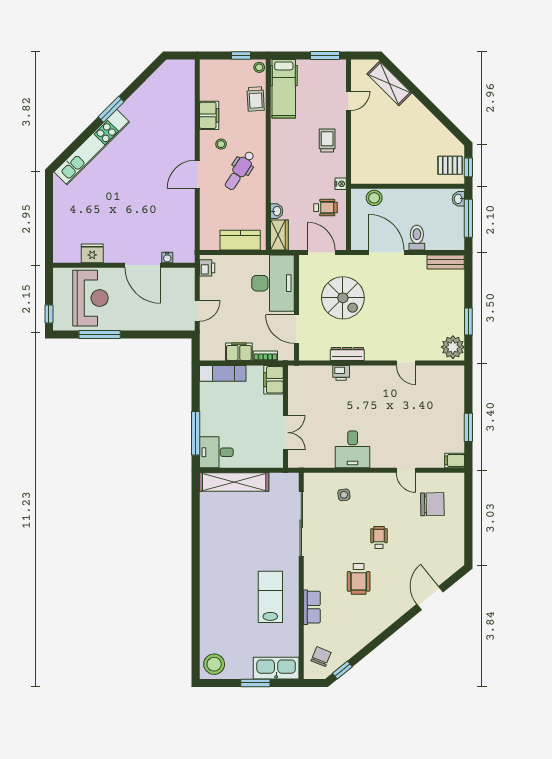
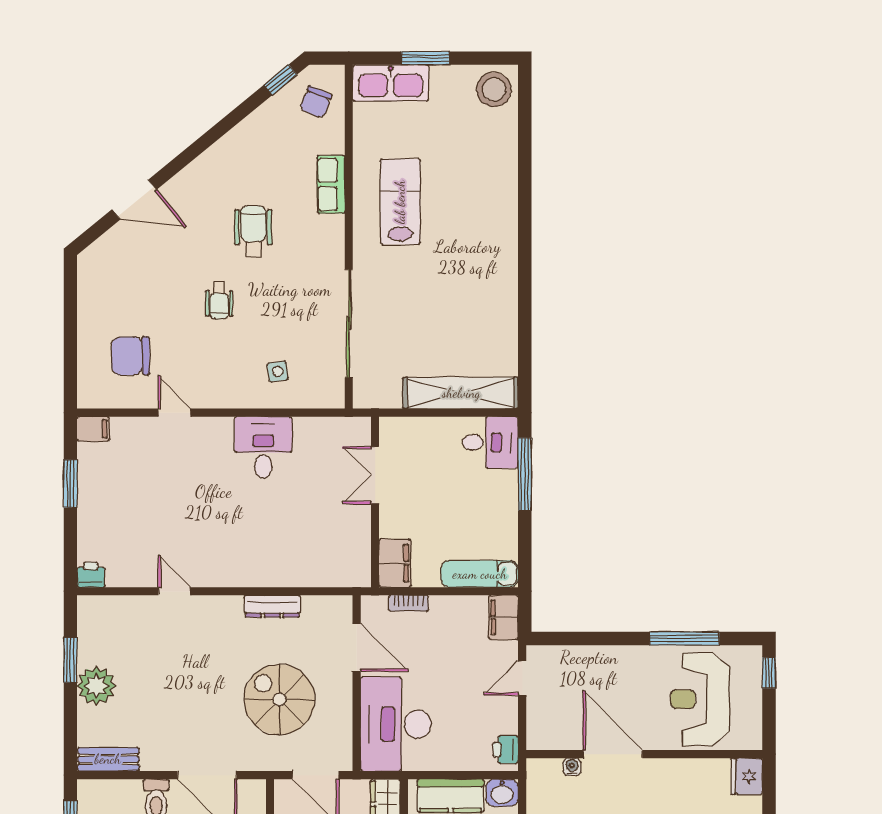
washbasin: (209, 242) -> (502, 793), added
fridge: (92, 253) -> (747, 776), moved, turned 90
plant: (453, 347) -> (96, 686), moved
filing cabinet: (239, 352) -> (503, 617), moved, turned 90
printer: (341, 373) -> (91, 575), moved
lab bench: (270, 597) -> (400, 202), turned 180
door: (430, 598) -> (134, 200), hinge flipped

